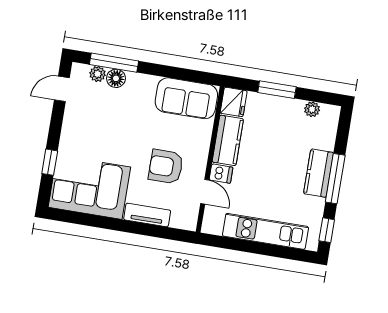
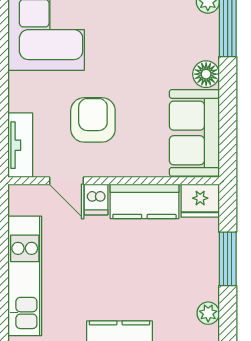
floor lamp: (116, 78) -> (206, 74), moved
door: (205, 192) -> (66, 181), hinge flipped
tv unit: (147, 215) -> (20, 145), moved

